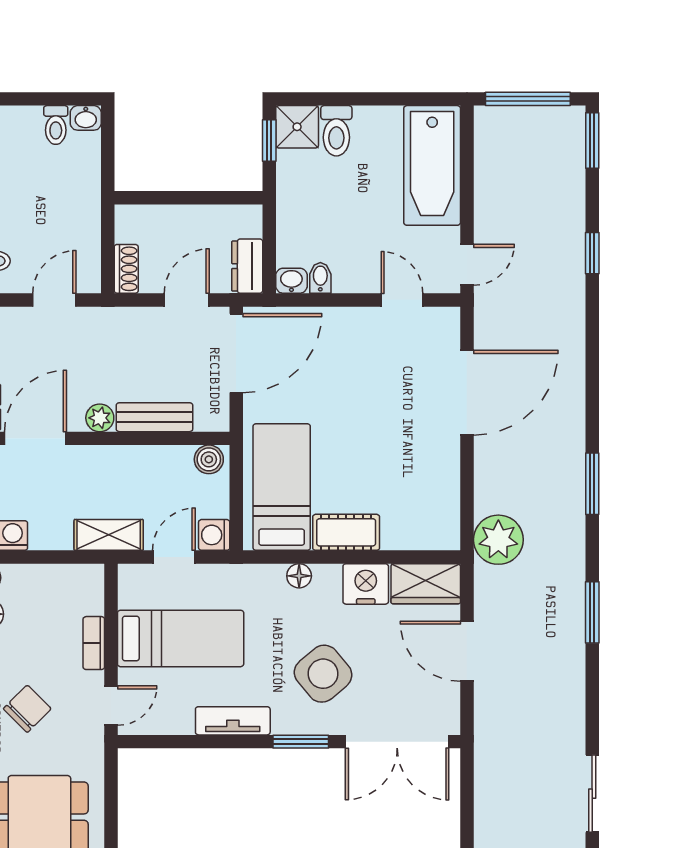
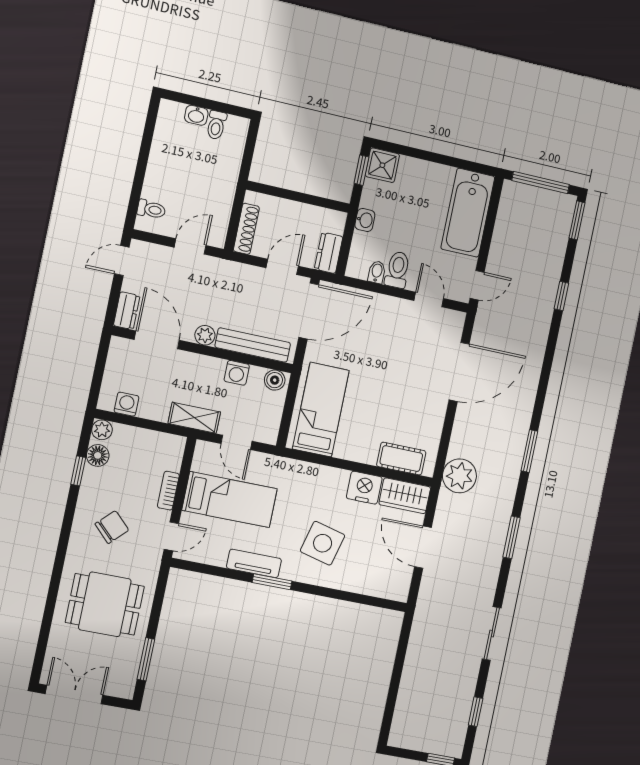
washbasin: (86, 118) -> (196, 115), moved
toilet: (336, 131) -> (397, 270), moved, turned 180
shoe rack: (126, 269) -> (246, 229), width x1.43
washbasin: (291, 281) -> (365, 220), moved, turned 90
bench: (154, 417) -> (253, 345), width x1.36
door: (35, 438) -> (157, 340), hinge flipped
cot: (346, 532) -> (401, 459), moved
washing machine: (214, 535) -> (237, 373), moved, turned -90
door: (174, 557) -> (237, 442), swing flipped
floor lamp: (299, 576) -> (320, 473), removed
side table: (323, 674) -> (323, 543), turned -36
window: (301, 742) -> (272, 582), moved
double door: (397, 742) -> (363, 599), removed
sliding door: (592, 794) -> (492, 634), moved

